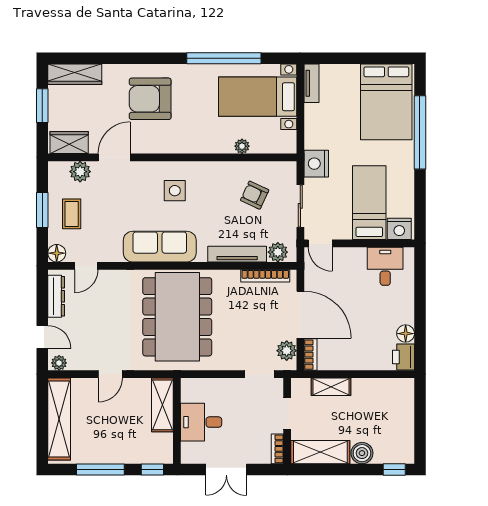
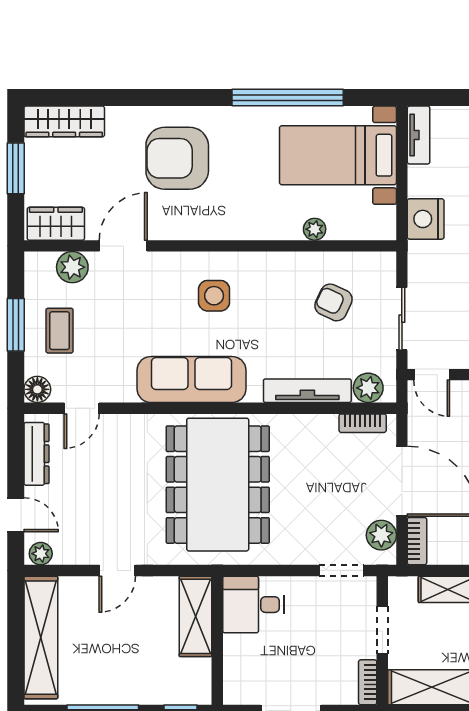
nightstand: (316, 164) -> (426, 219), moved
bookcase: (265, 276) -> (363, 423), width x0.64
desk: (201, 422) -> (253, 605), moved

